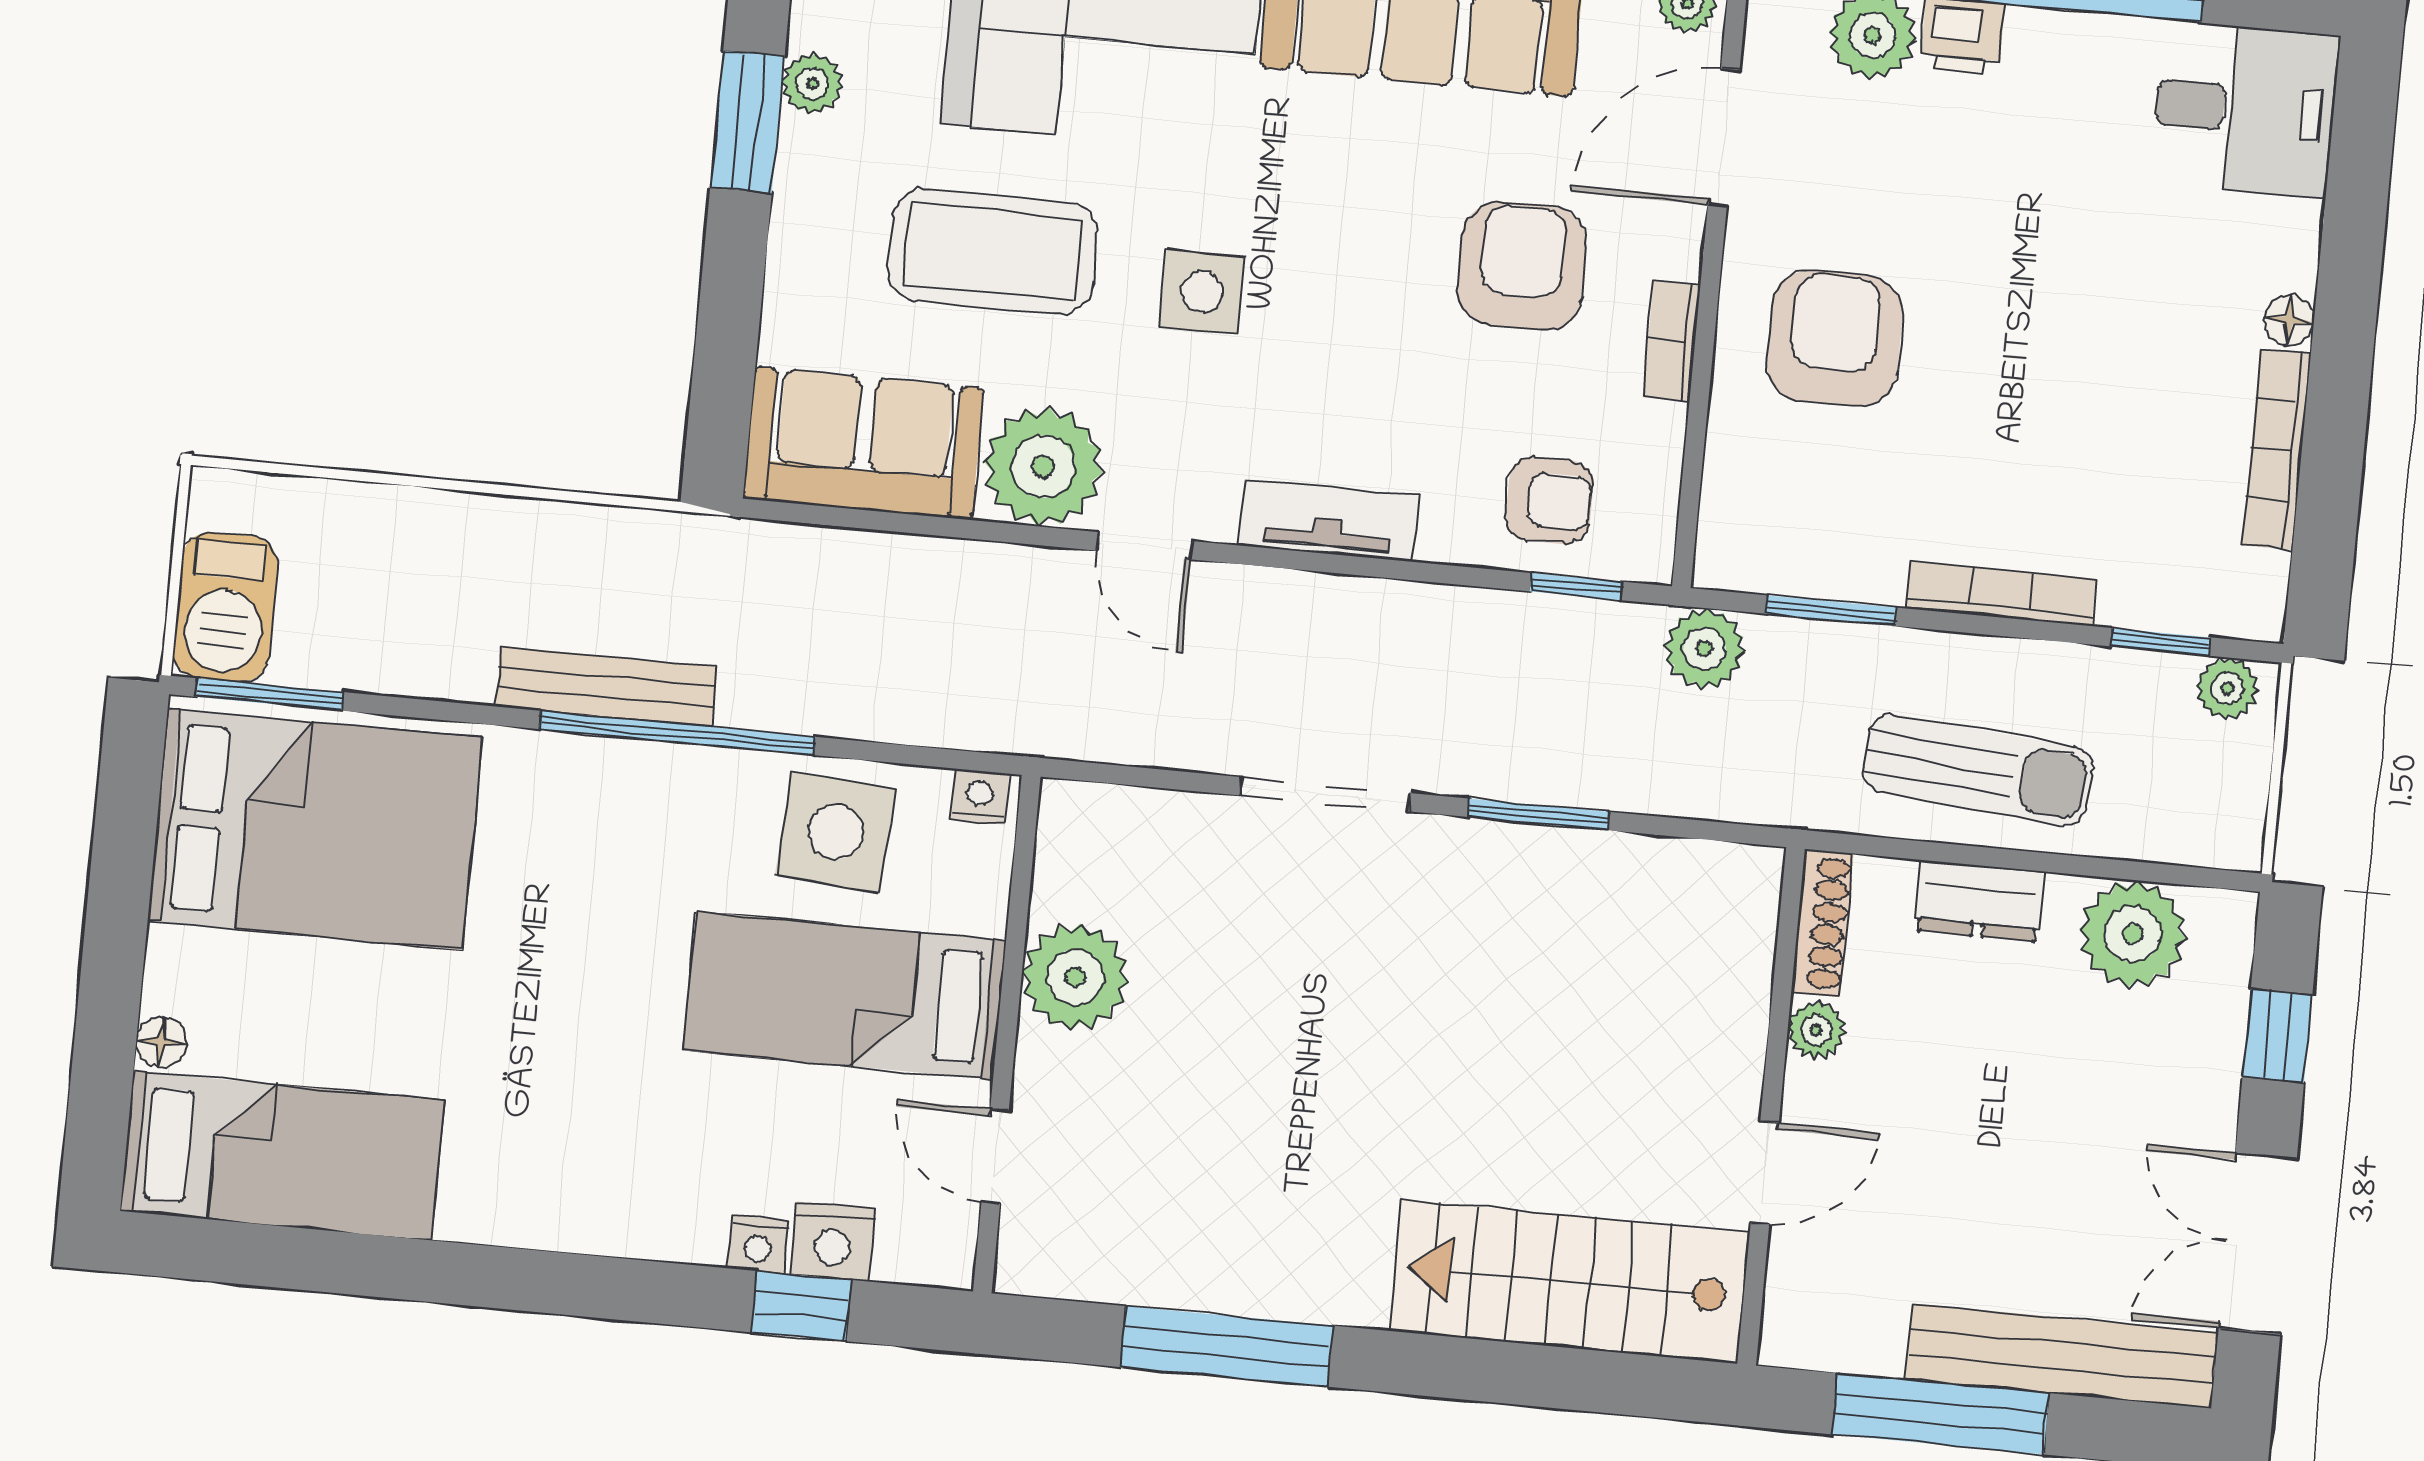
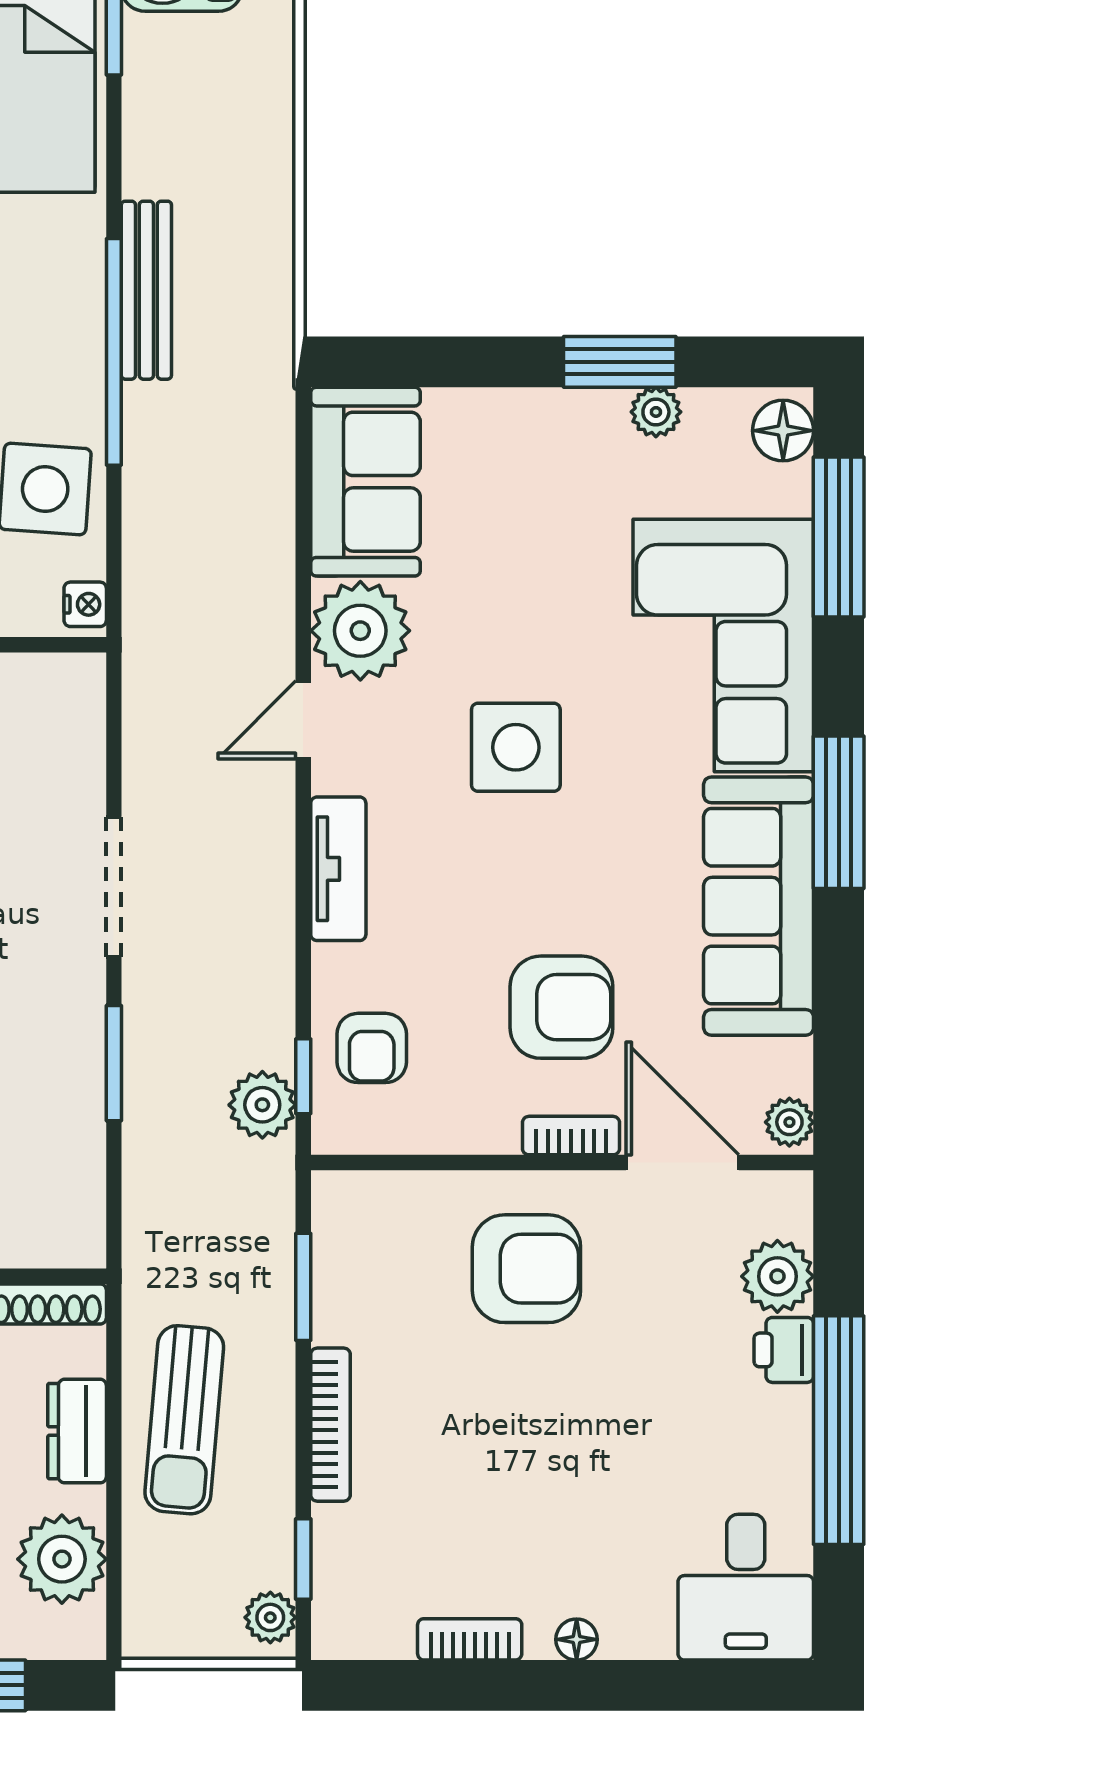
coffee table: (992, 251) -> (532, 572), removed
side table: (1202, 292) -> (516, 747), width x1.37, depth x1.37
bookcase: (1672, 341) -> (571, 1136), moved
bookcase: (2277, 450) -> (470, 1639), width x0.64
plant: (1705, 649) -> (262, 1105), moved

